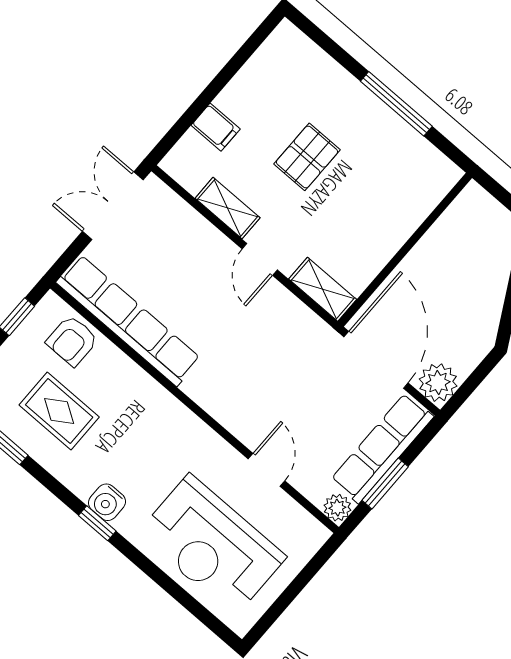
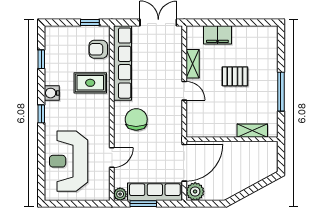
filing cabinet: (216, 127) -> (217, 35), width x2.00
door: (260, 259) -> (184, 91), swing flipped
shelving: (323, 289) -> (252, 131), moved, turned 90
chair: (239, 377) -> (136, 119), added
rug: (59, 411) -> (90, 83), moved, turned 90
water cooler: (107, 502) -> (52, 93), moved

